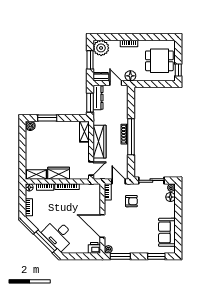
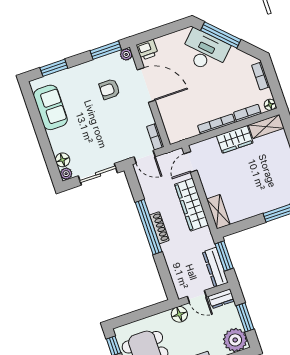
armchair: (131, 201) -> (109, 89), moved

